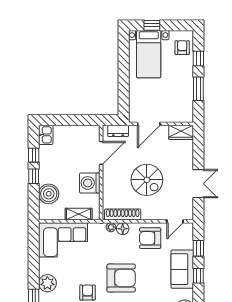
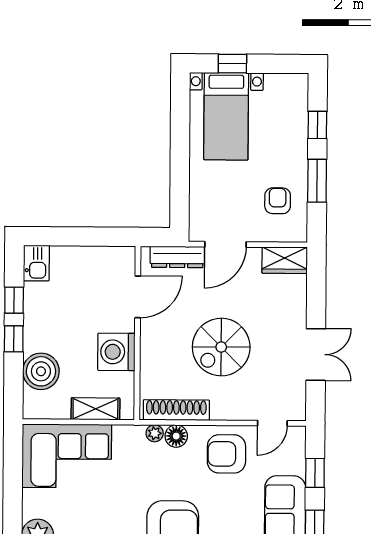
armchair: (182, 48) -> (278, 201), moved
dresser: (118, 131) -> (177, 257), width x1.44
spiral stairs: (147, 180) -> (221, 347), turned 90

